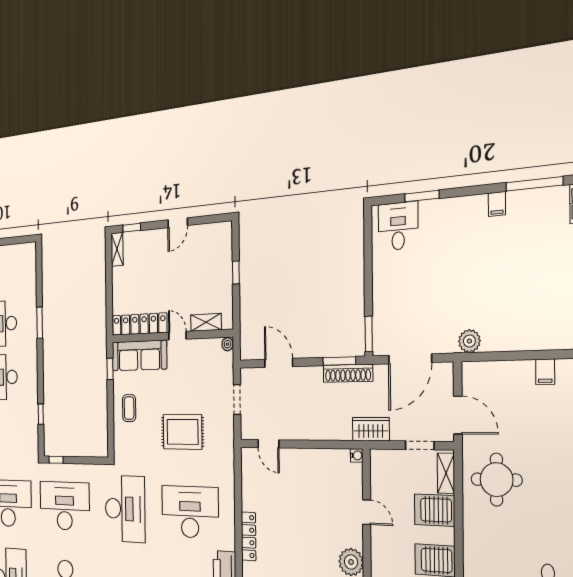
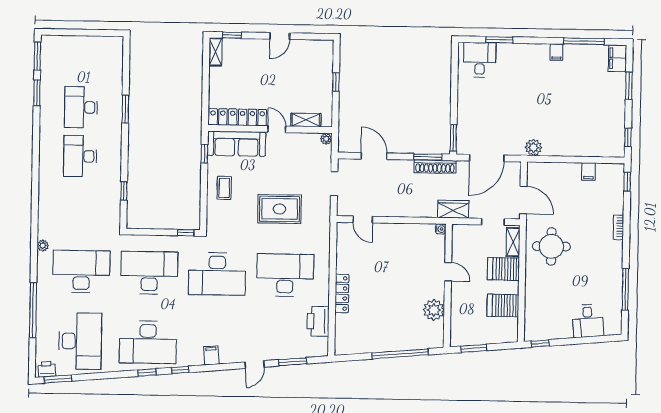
window: (56, 460) -> (186, 233), moved
desk: (125, 509) -> (217, 274), turned 90

